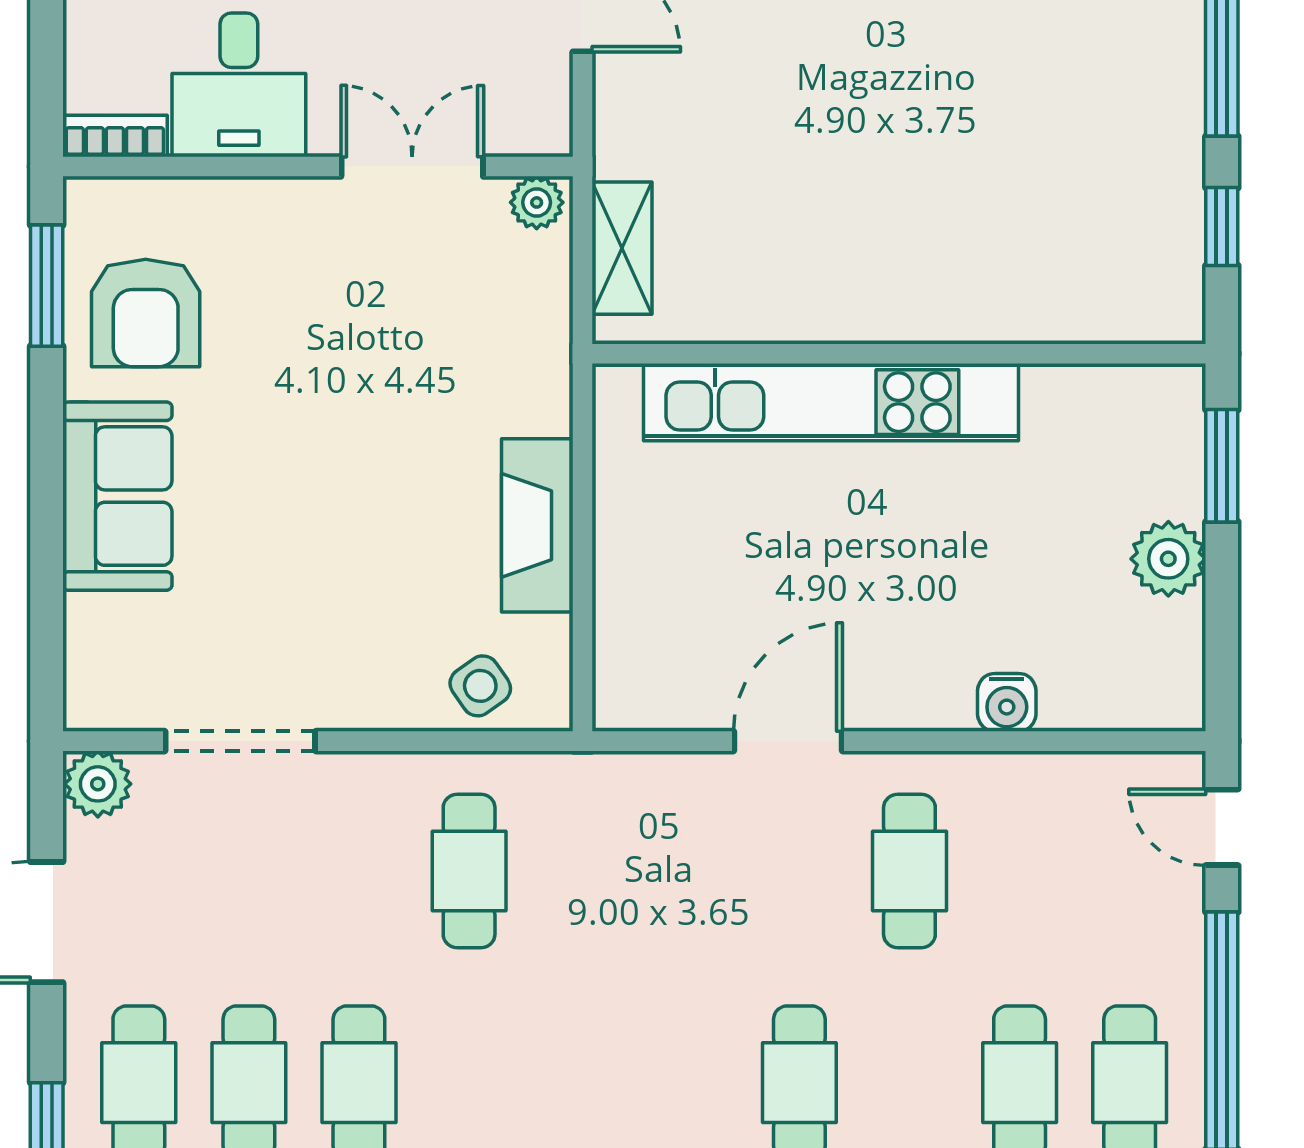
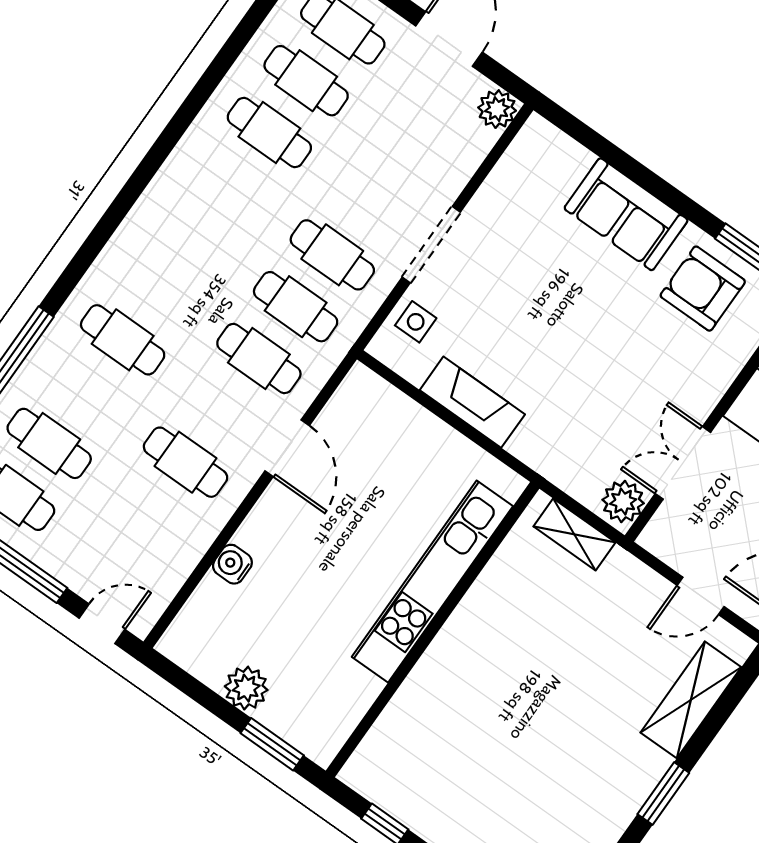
double door: (412, 166) -> (683, 463), swing flipped
plant: (537, 202) -> (623, 502), width x1.38, depth x1.38
side table: (480, 686) -> (416, 322), turned 35
doorway: (240, 741) -> (431, 245), moved
cafe table: (579, 871) -> (296, 307), added
cafe table: (689, 871) -> (259, 359), added

